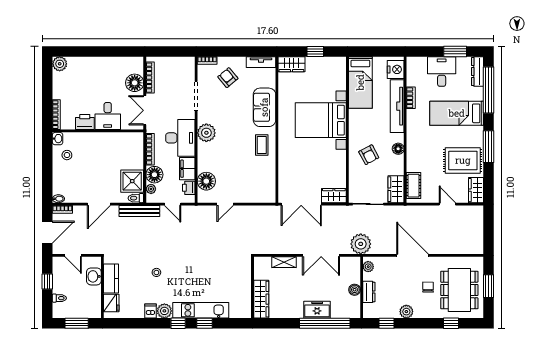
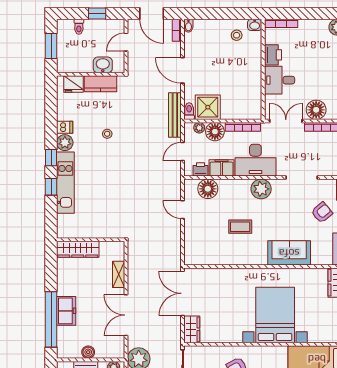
coffee table: (262, 145) -> (240, 227), moved

